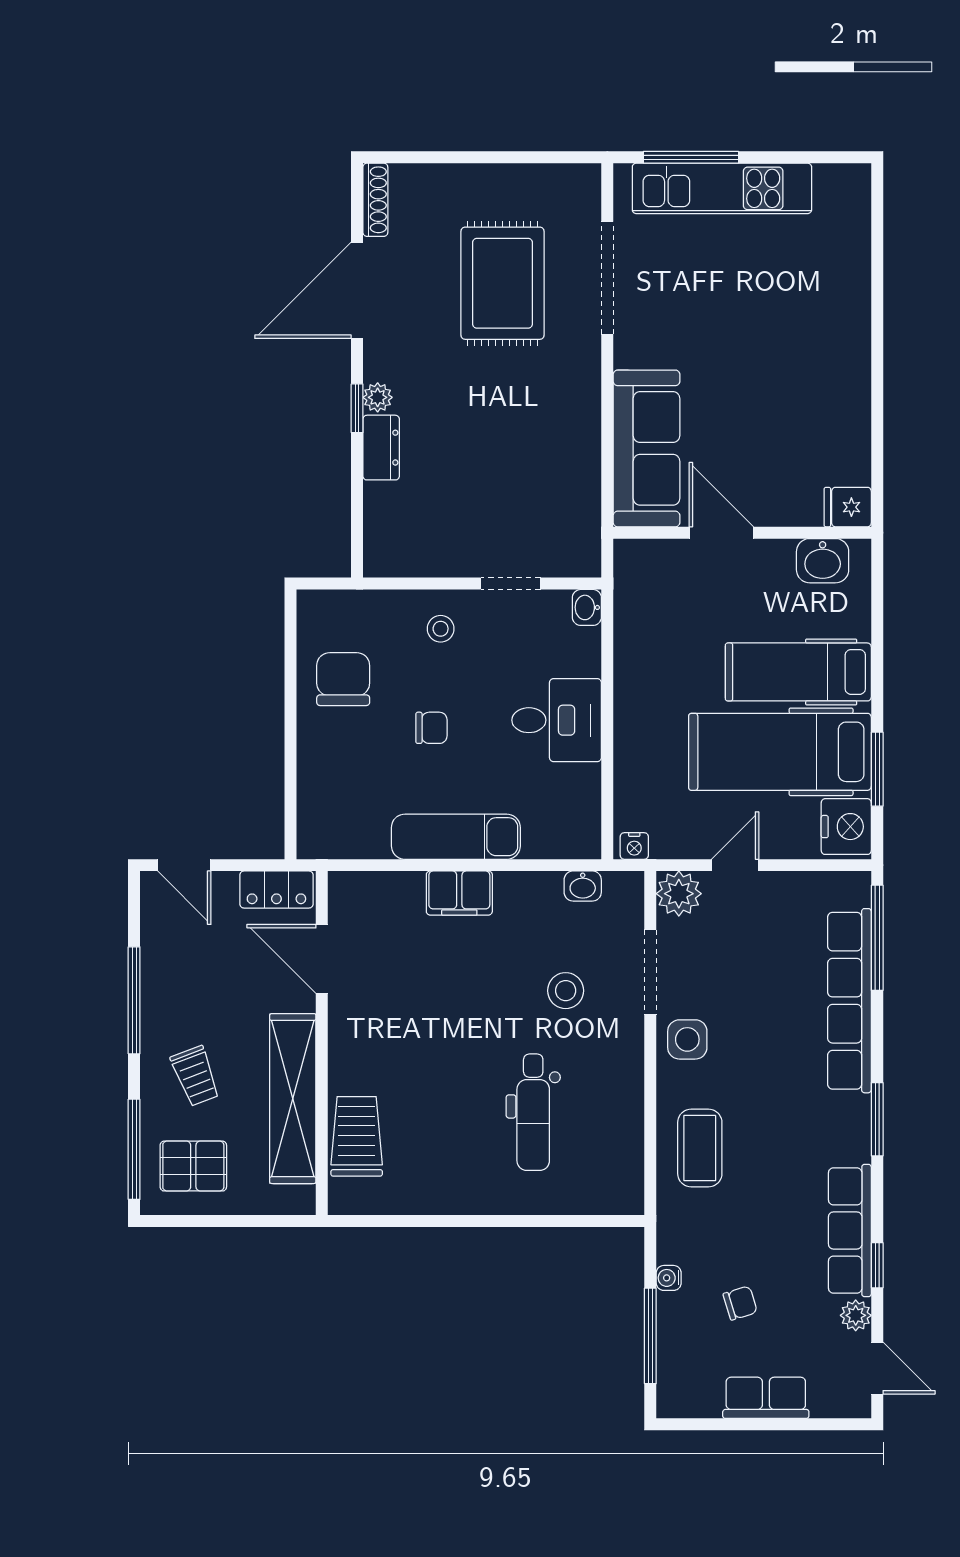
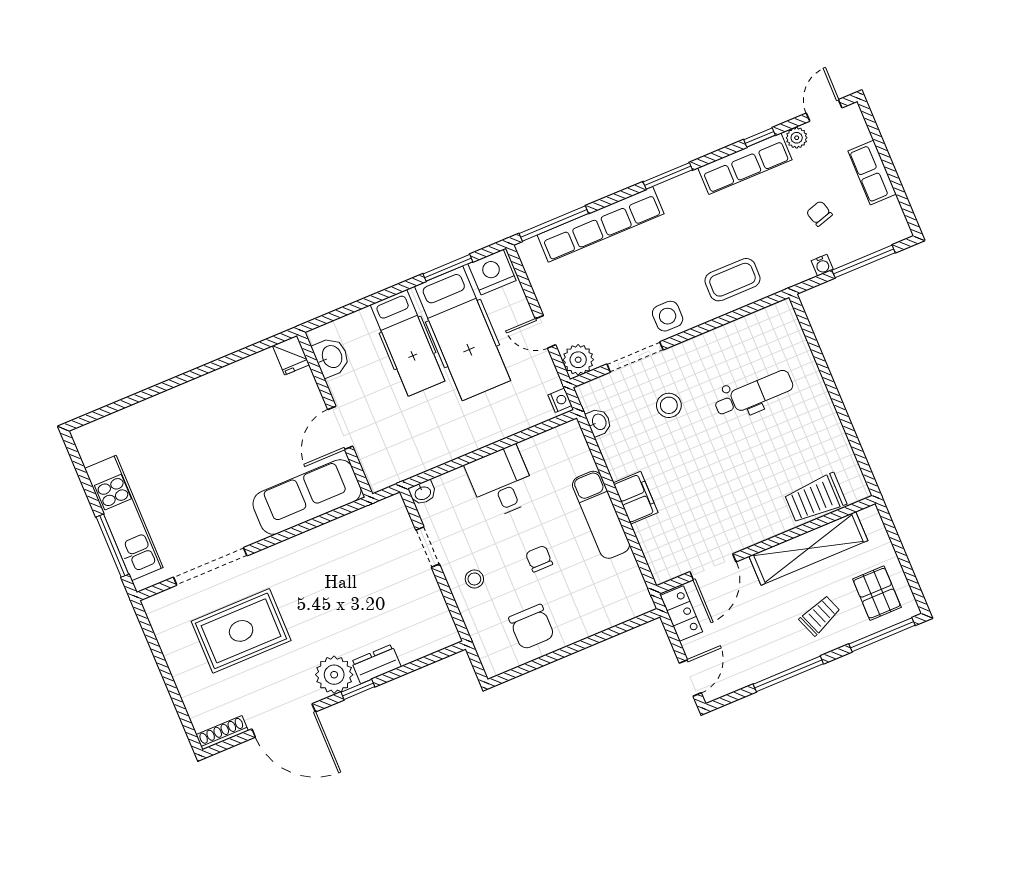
plant: (378, 397) -> (334, 675), width x1.88, depth x1.88
chair: (343, 679) -> (532, 627), turned -90

